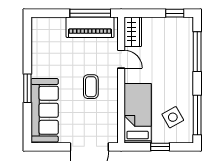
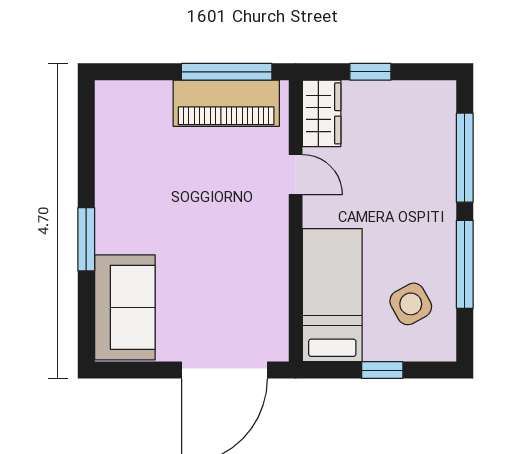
window: (175, 13) -> (370, 72), moved
coffee table: (91, 87) -> (228, 236), removed
sofa: (45, 110) -> (125, 307), width x0.73
window: (197, 115) -> (465, 264), moved

